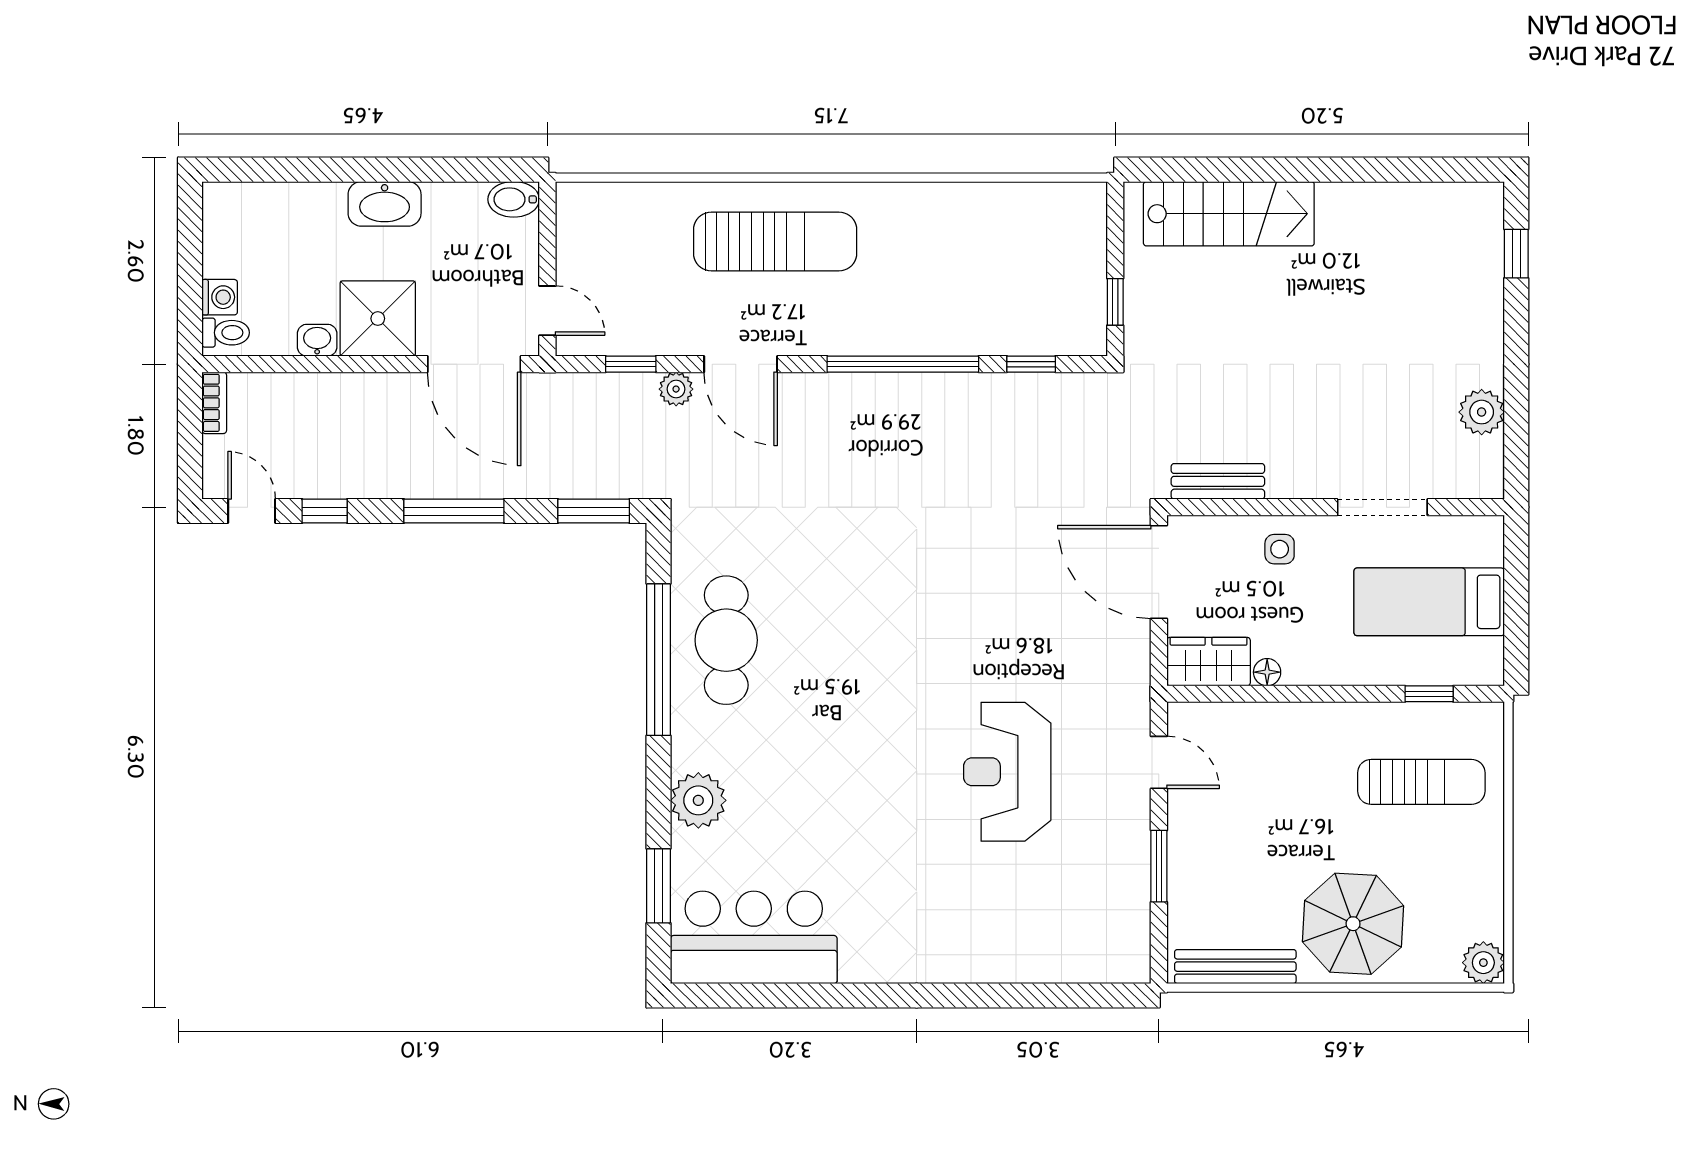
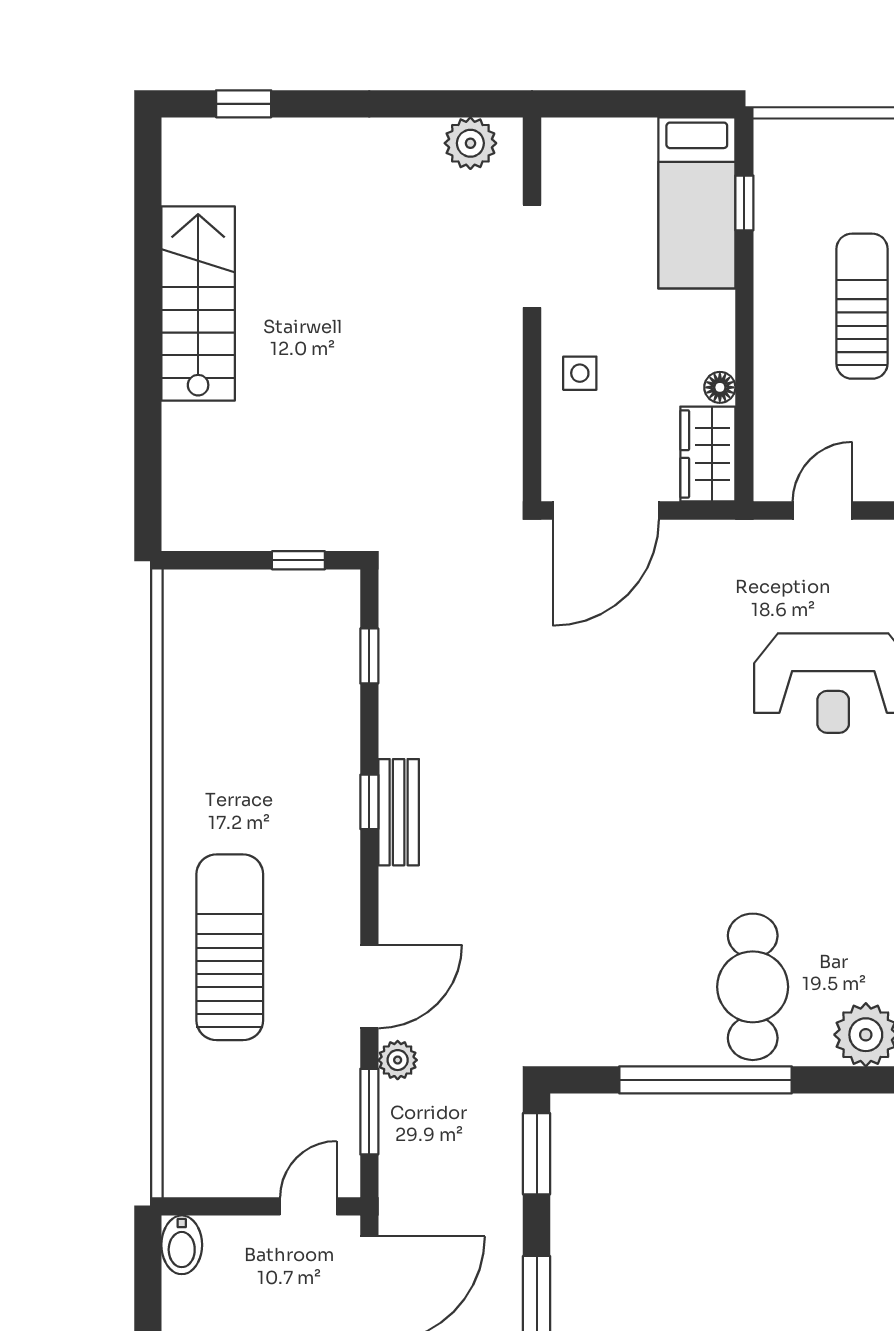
stairs: (1229, 214) -> (198, 304), moved
window: (631, 364) -> (369, 1112), width x1.50
window: (903, 364) -> (369, 802), width x0.32
plant: (1482, 412) -> (470, 143), moved
bench: (1218, 481) -> (399, 812), moved
bed: (1429, 602) -> (697, 203), moved
cafe table: (726, 640) -> (753, 987), moved, turned 90
sun lounger: (1421, 782) -> (862, 306), moved

